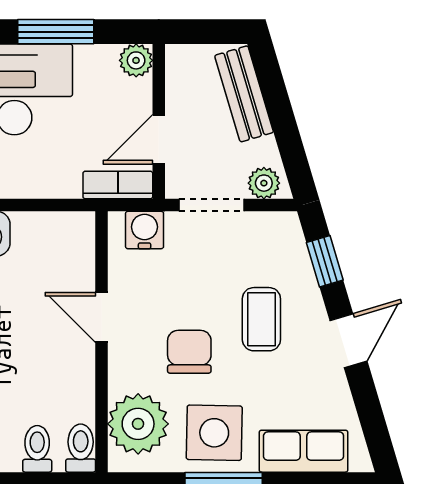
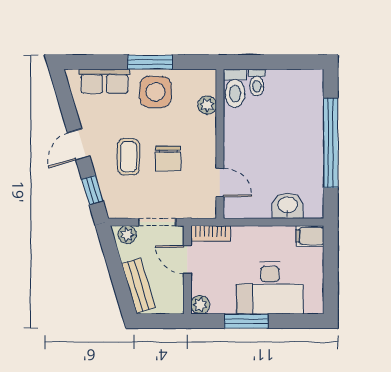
door: (159, 139) -> (187, 260), swing flipped
water cooler: (145, 230) -> (195, 208), removed
door: (102, 317) -> (220, 183), moved
chair: (189, 352) -> (168, 158), moved
plant: (138, 424) -> (207, 105), width x0.53, depth x0.53
toilet: (81, 448) -> (235, 88), width x1.37, depth x1.39

